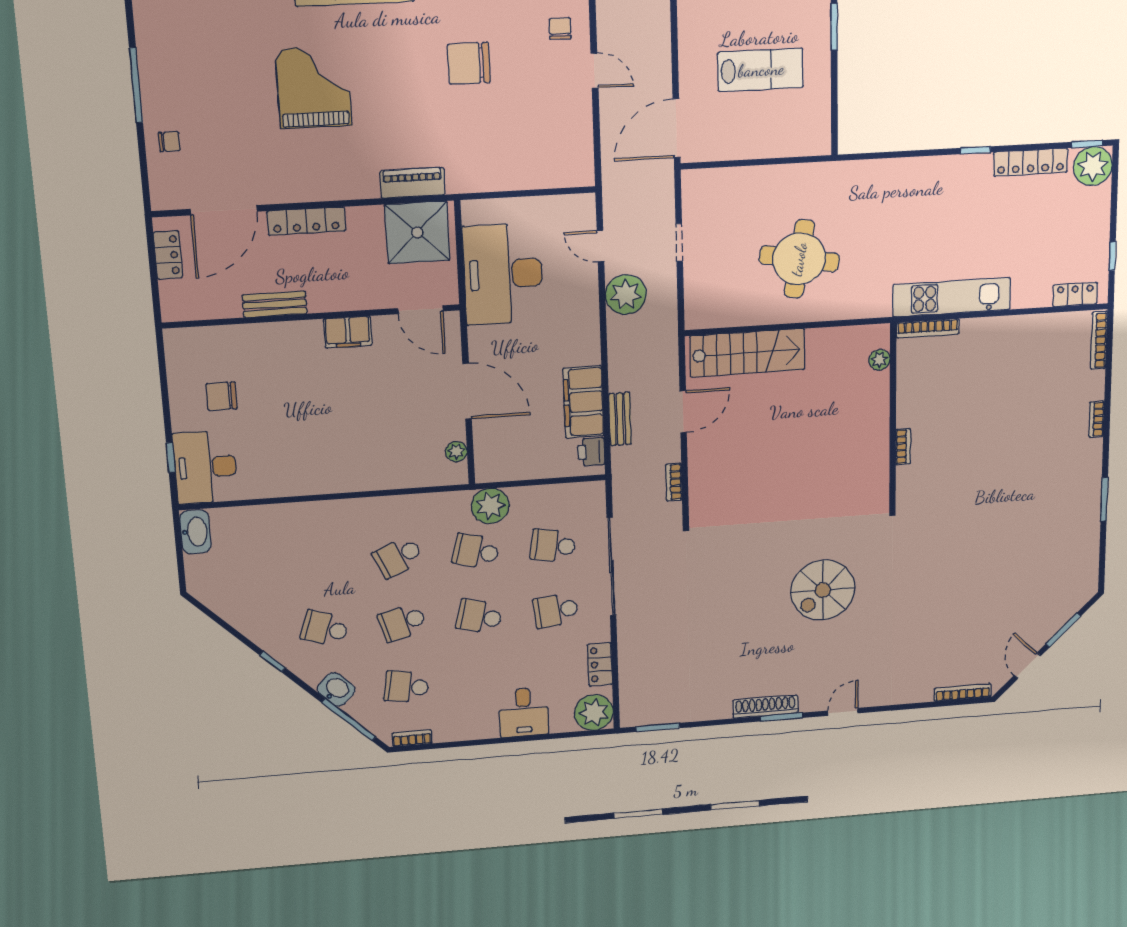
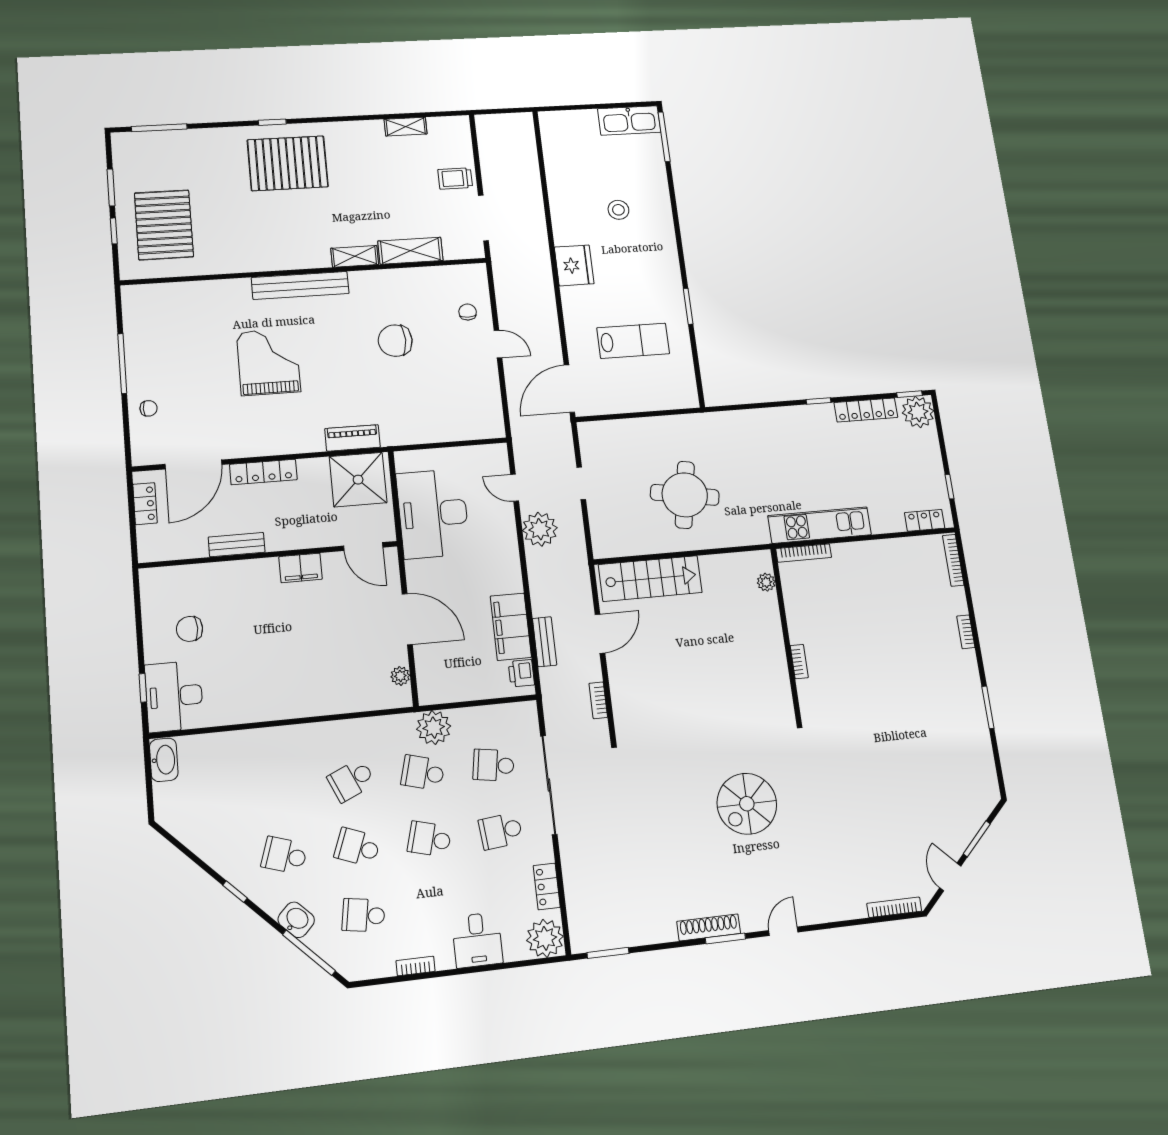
school desk: (402, 622) -> (357, 847), turned 36
bookcase: (412, 738) -> (416, 966), moved

